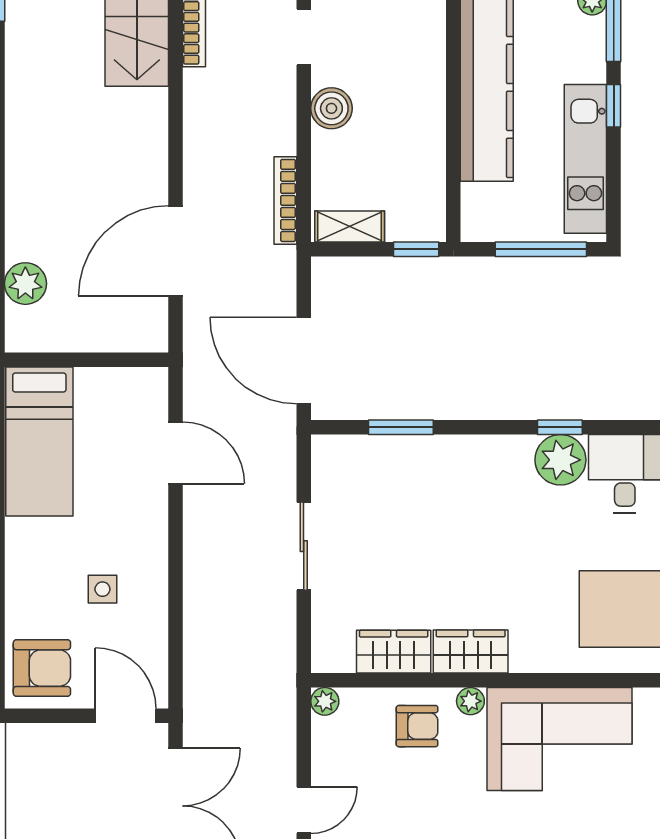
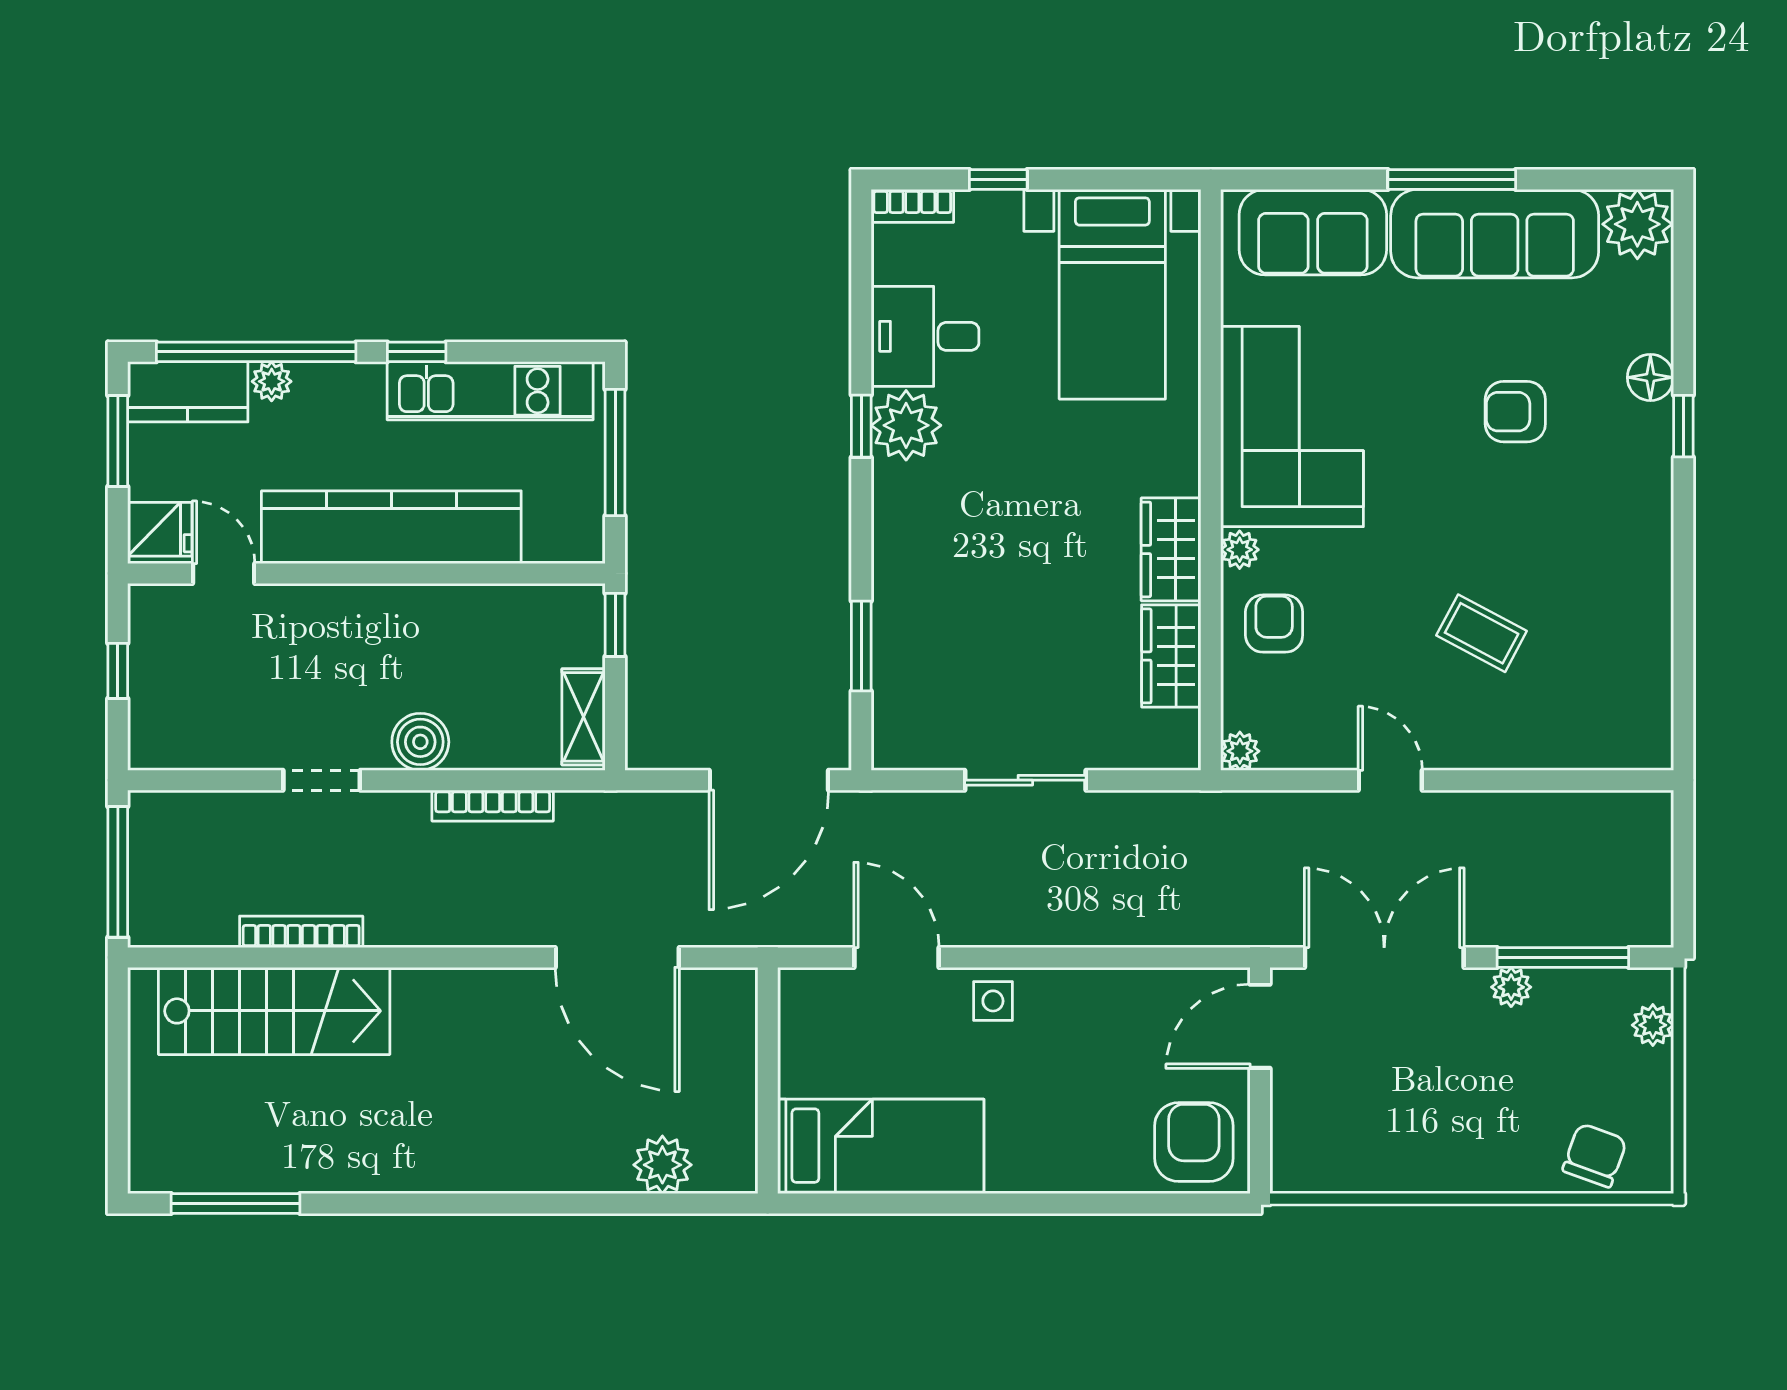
bookcase: (285, 200) -> (493, 806), moved
door: (175, 453) -> (896, 957), hinge flipped
side table: (102, 589) -> (993, 1001), moved

